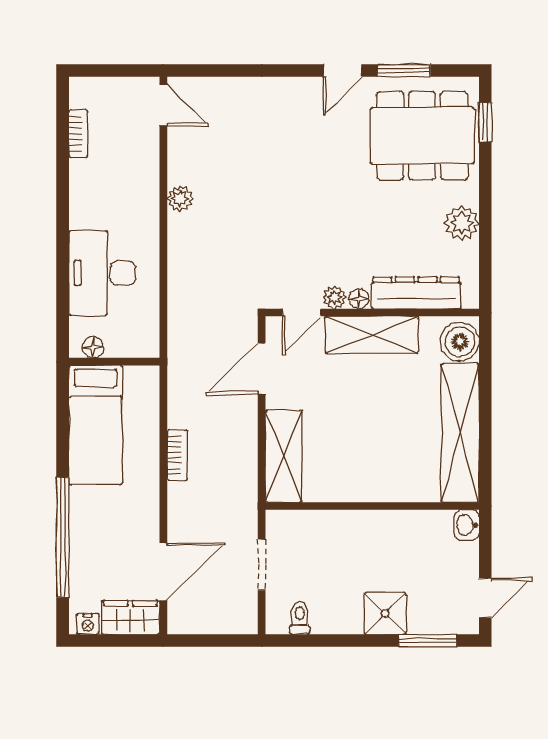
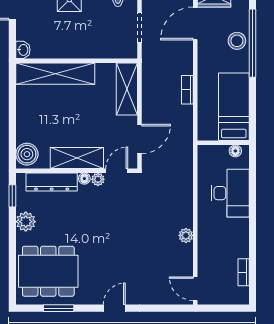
door: (343, 70) -> (114, 308), moved
window: (485, 122) -> (12, 196), moved
shelving: (460, 433) -> (55, 74), moved, turned 90
stool: (90, 541) -> (237, 41), added

